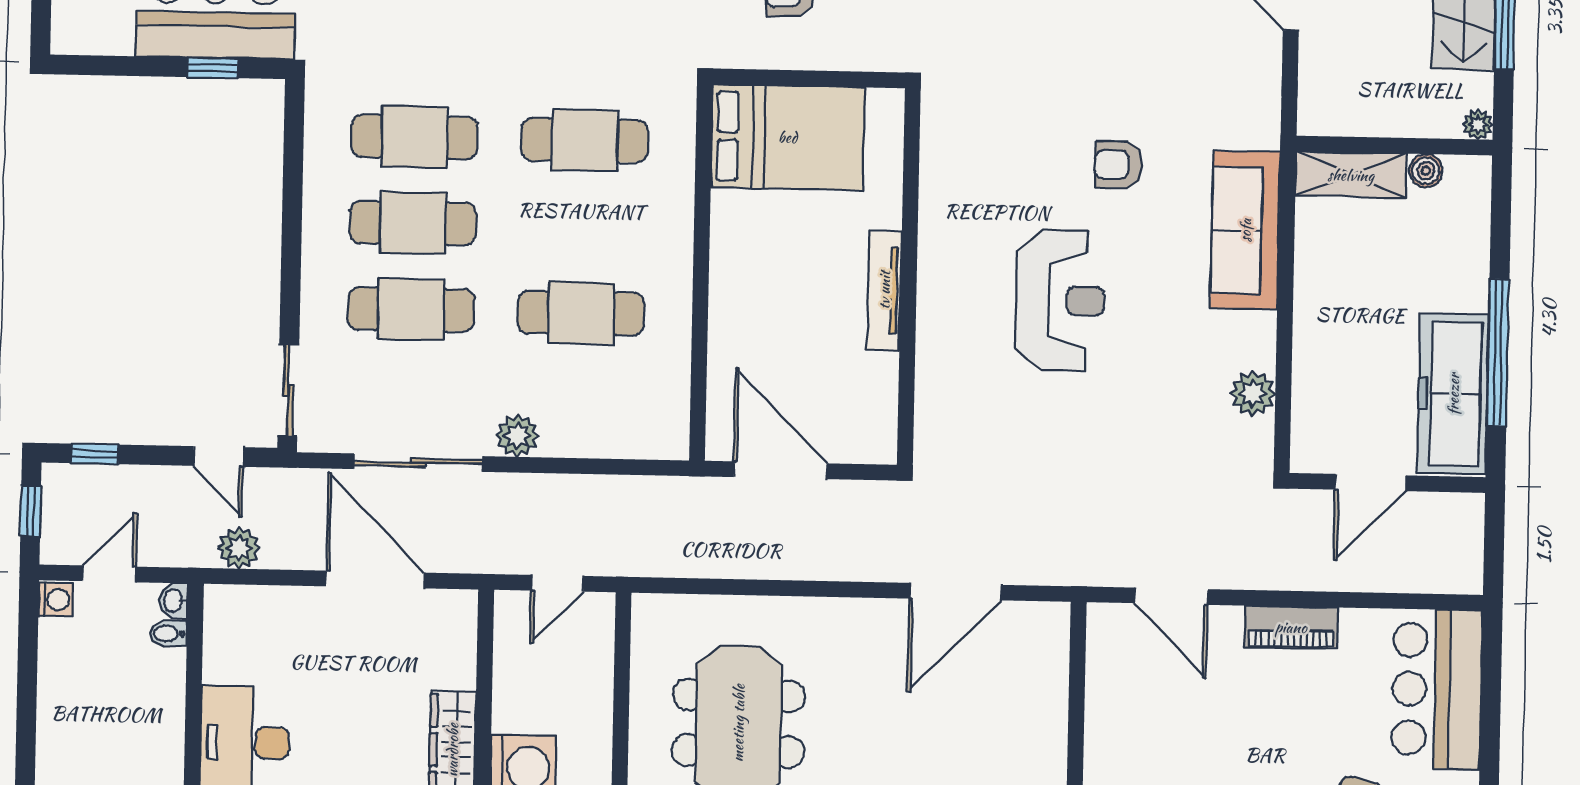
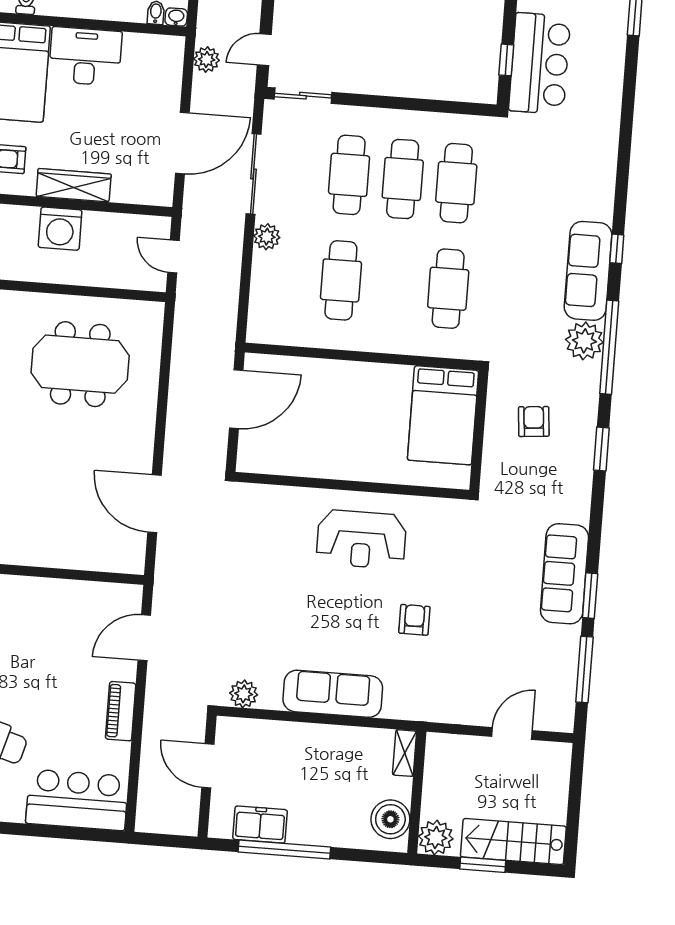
plant: (1478, 124) -> (436, 838), width x1.87, depth x1.87
boiler: (1426, 171) -> (390, 819), width x1.86, depth x1.86
shelving: (1351, 175) -> (405, 753), width x0.67, depth x0.75
sofa: (1245, 230) -> (333, 694), moved
tv unit: (884, 290) -> (344, 470), removed
reception desk: (1060, 300) -> (361, 539), moved
plant: (1253, 394) -> (244, 694), moved
freezer: (1453, 394) -> (260, 825), width x0.52, depth x0.79

